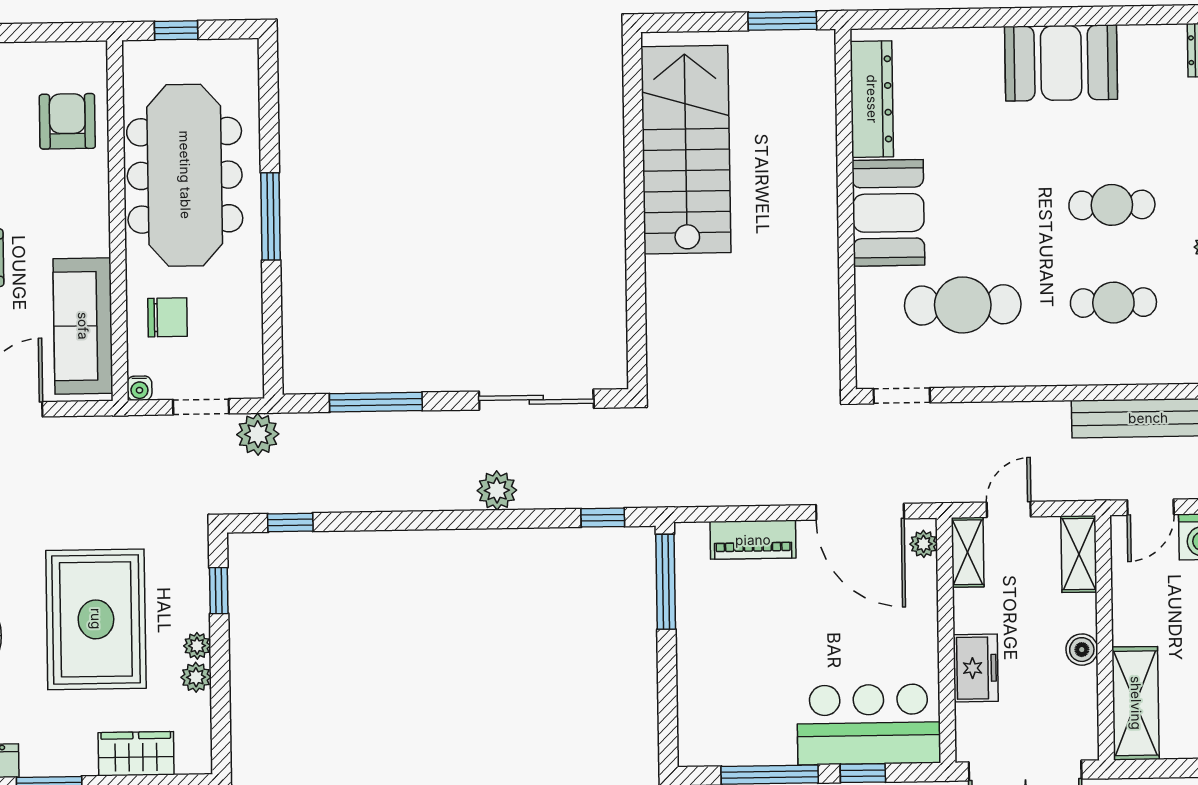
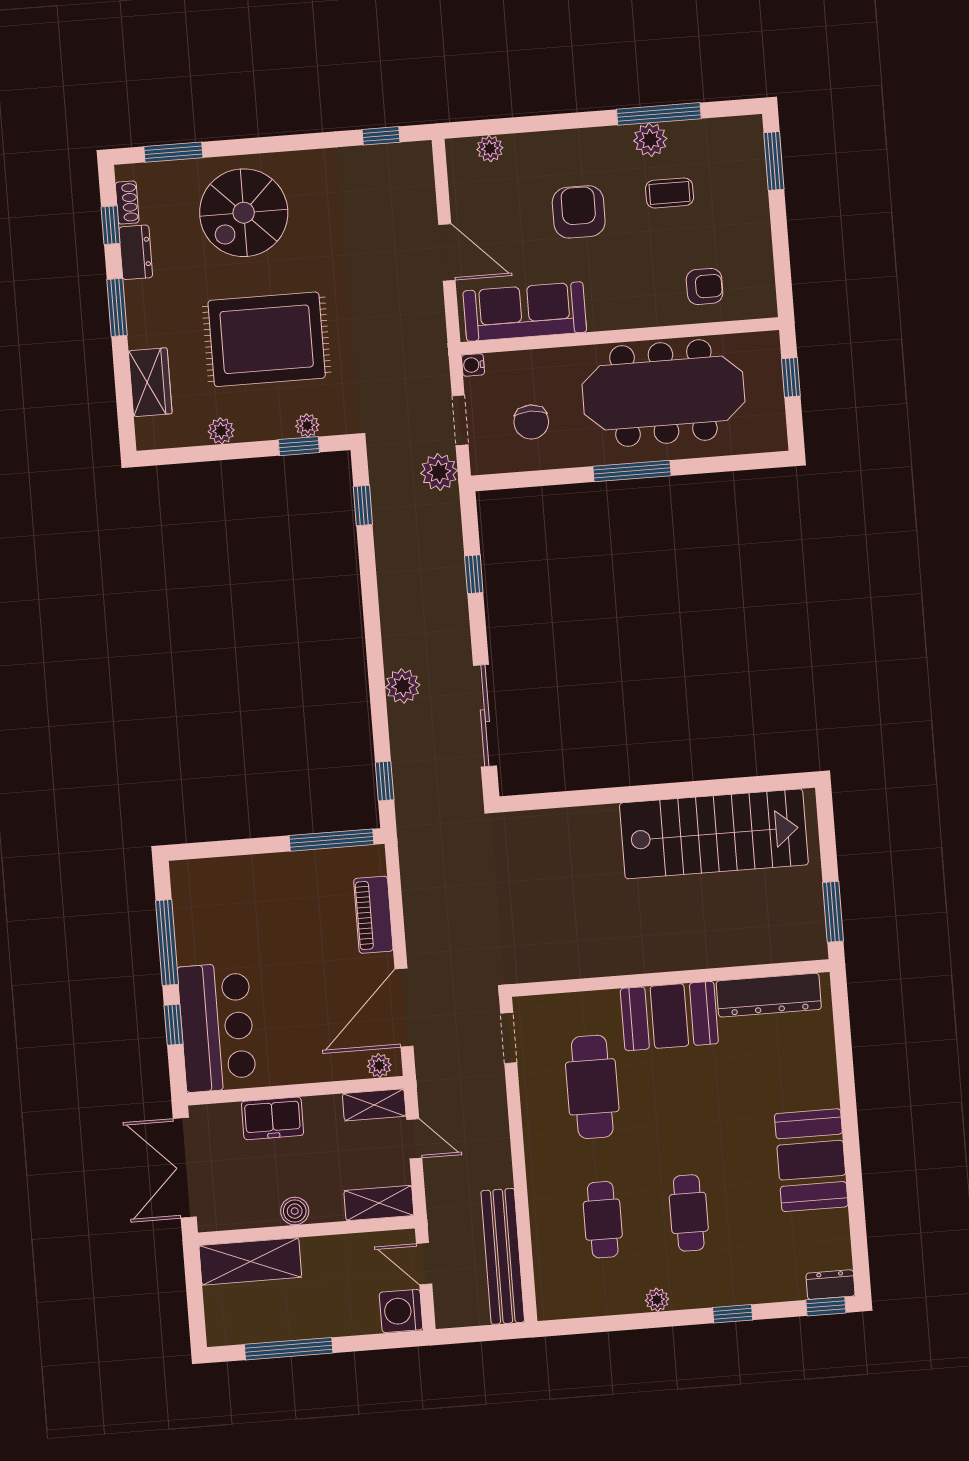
armchair: (67, 121) -> (705, 286), width x0.72, depth x0.72
chair: (167, 317) -> (531, 422), moved
window: (376, 402) -> (474, 574), width x0.46
plant: (197, 646) -> (307, 425), moved

